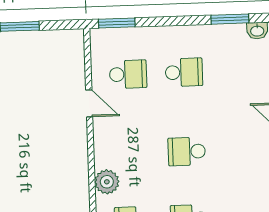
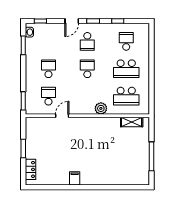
school desk: (243, 150) -> (87, 41), added
school desk: (187, 151) -> (87, 69), turned 180

